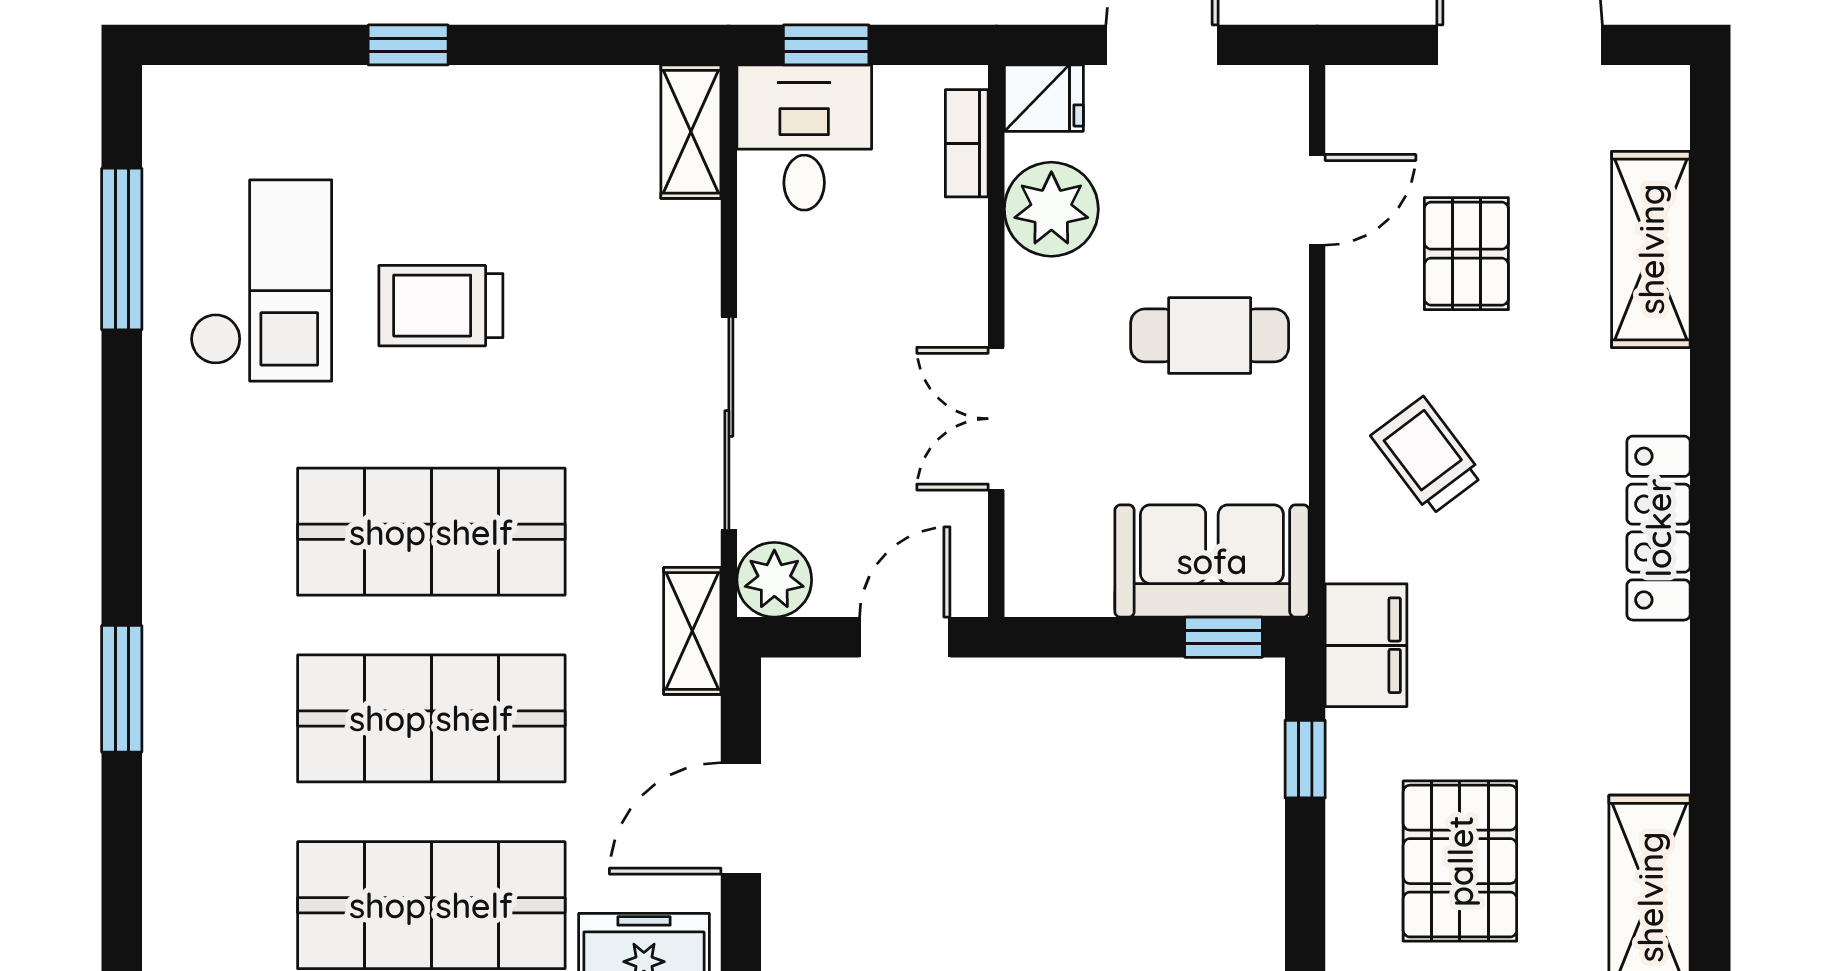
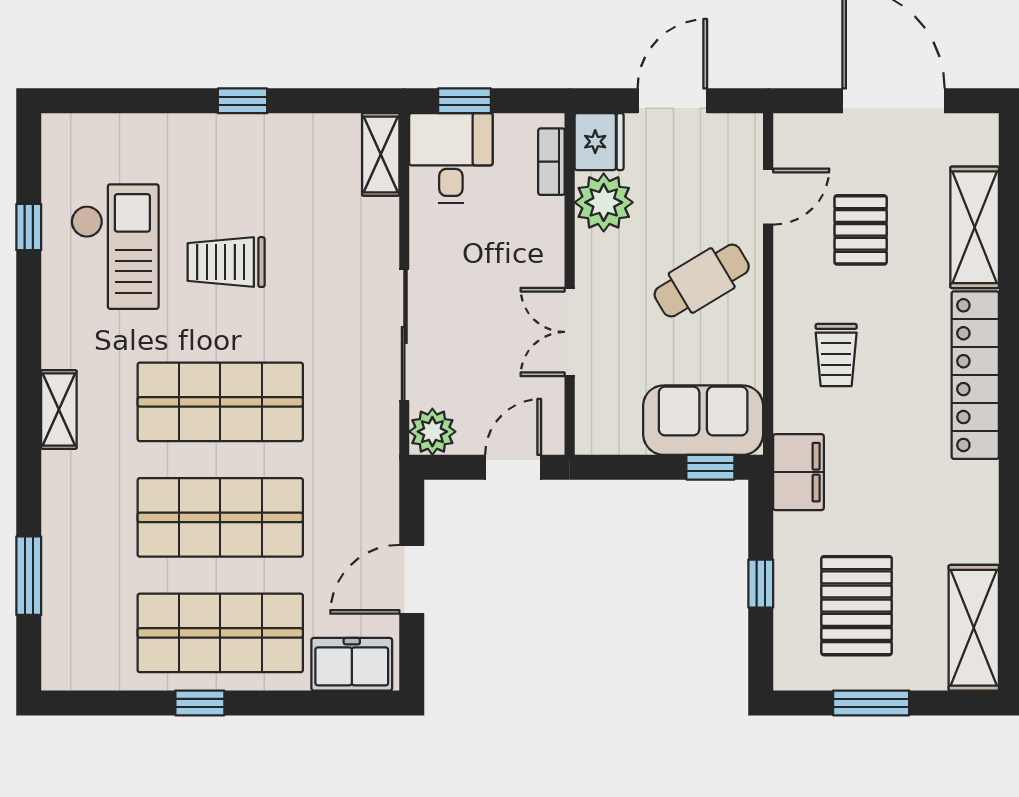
window: (408, 45) -> (242, 101), moved
fridge: (1044, 98) -> (599, 142), width x1.38
window: (122, 249) -> (29, 227), width x0.46
cafe table: (1210, 335) -> (702, 281), turned -31
trolley: (1427, 456) -> (836, 355), turned -143
locker: (1658, 528) -> (975, 375), width x1.41, depth x1.21
shelving: (692, 631) -> (59, 409), moved
window: (122, 689) -> (29, 576), moved
window: (1305, 759) -> (761, 584), moved

